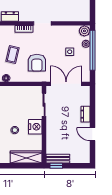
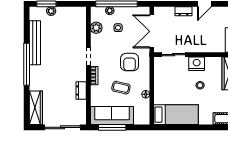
plant: (84, 31) -> (96, 28), moved
armchair: (37, 63) -> (130, 62), turned 90

